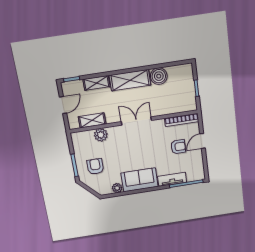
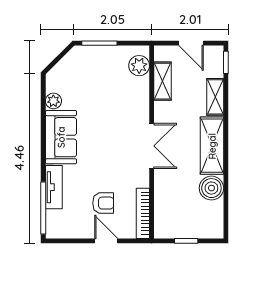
plant: (101, 135) -> (139, 66), moved
armchair: (178, 147) -> (103, 203), turned -90
armchair: (95, 166) -> (93, 74), removed

